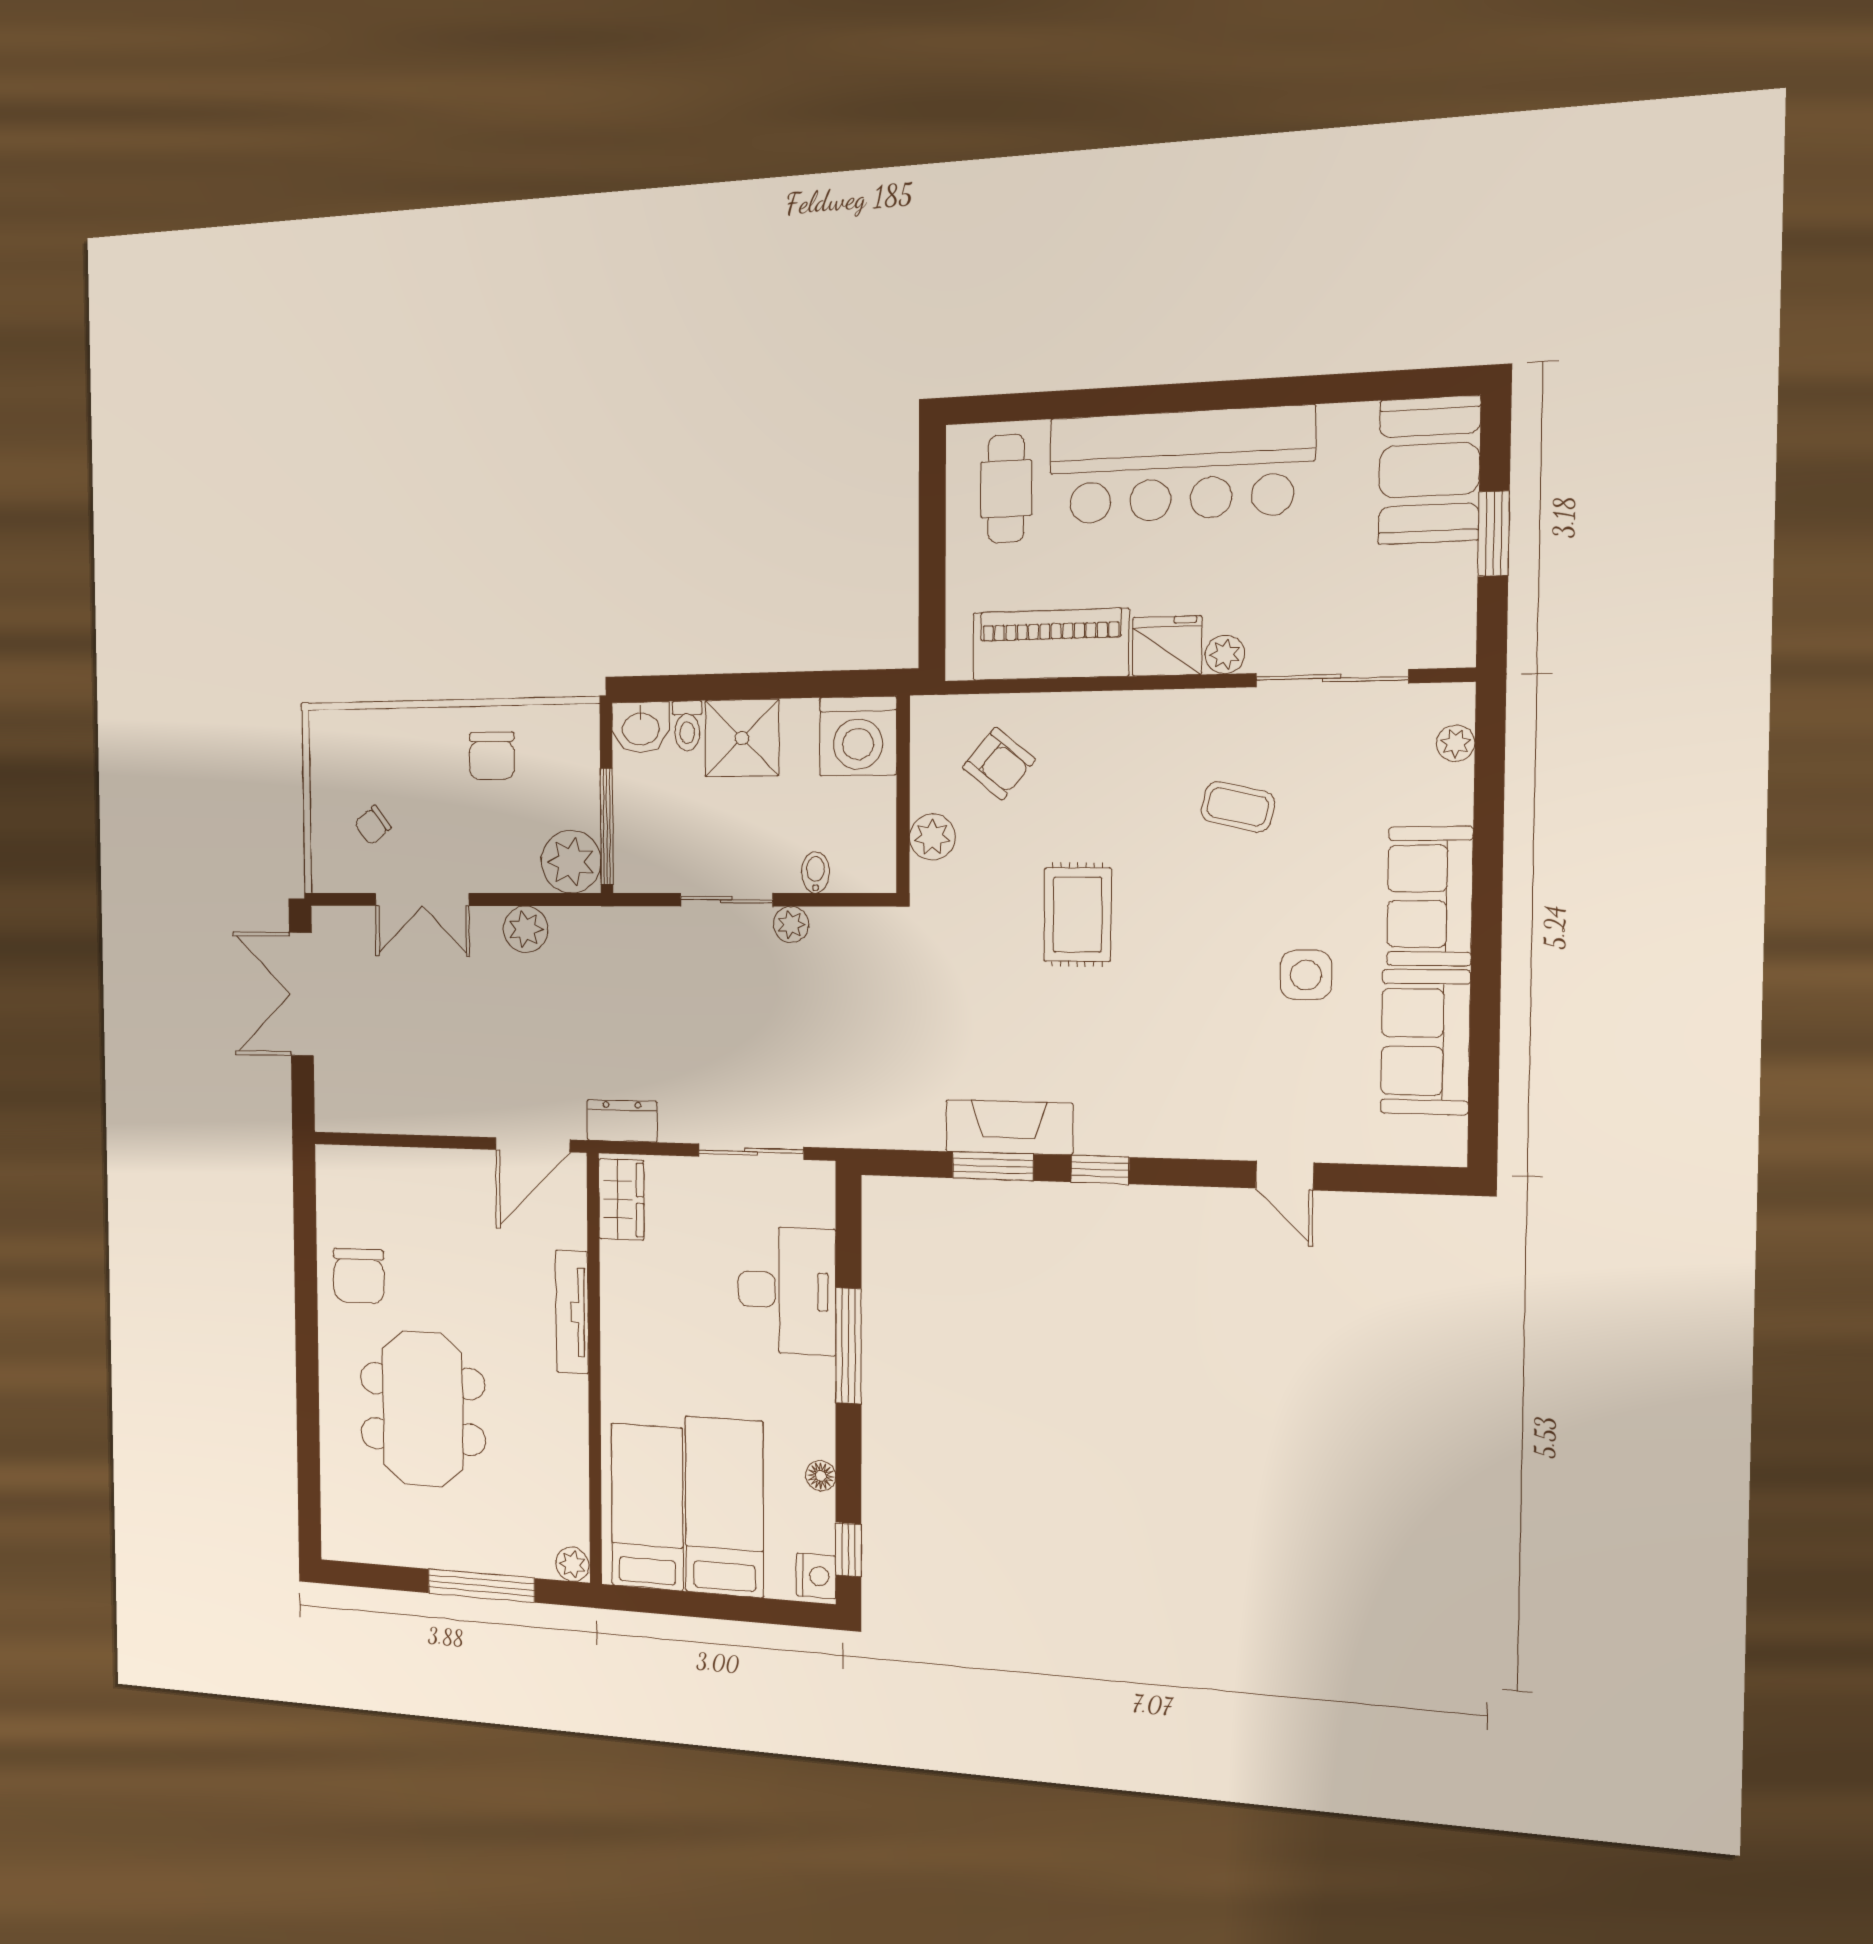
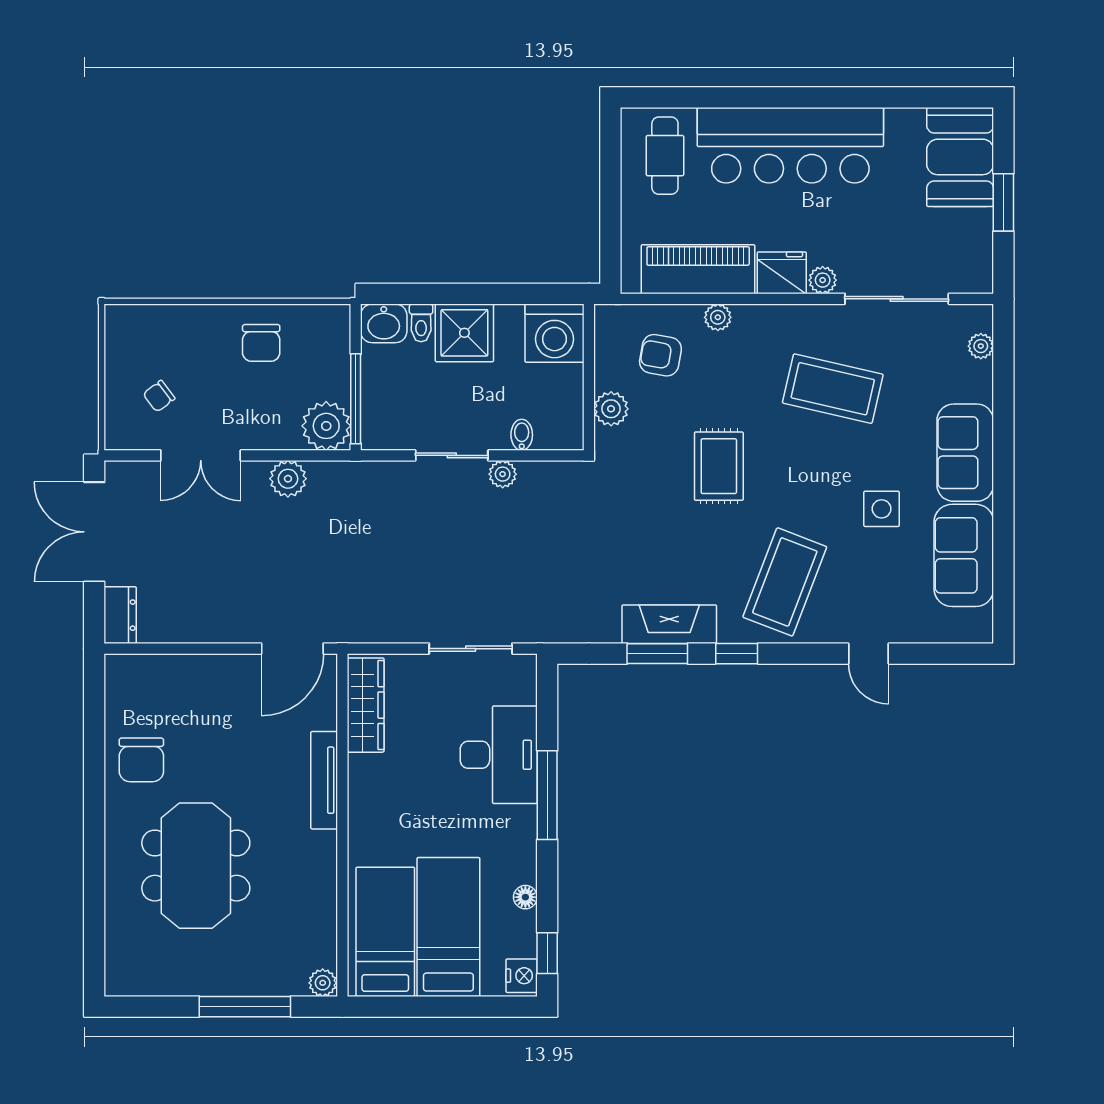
plant: (1077, 710) -> (718, 317), added
armchair: (999, 764) -> (660, 355), turned 150
coffee table: (1238, 807) -> (833, 389), width x1.86, depth x1.72
coffee table: (1167, 1074) -> (785, 582), added
dresser: (622, 1121) -> (120, 615), moved, turned 90
wardrobe: (621, 1199) -> (366, 705), width x1.50

